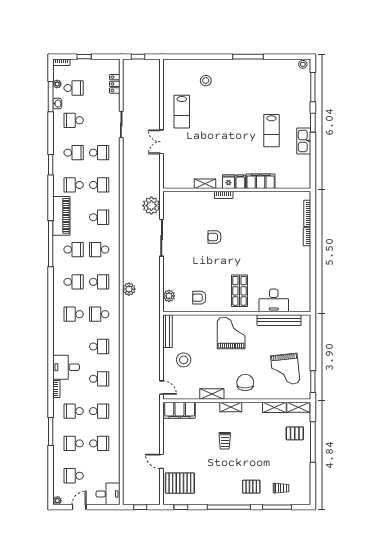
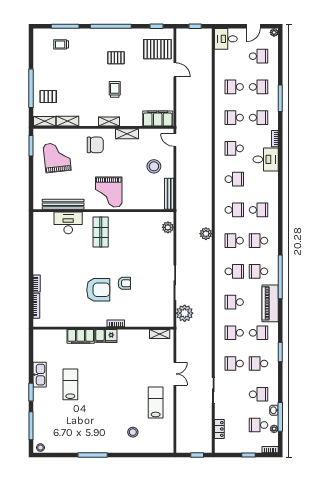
shelving: (205, 184) -> (160, 334), moved
armchair: (199, 298) -> (98, 290), moved, width x1.88, depth x1.88
school desk: (99, 346) -> (234, 179), turned 180
chair: (245, 382) -> (95, 145), turned -90
pallet: (251, 487) -> (116, 58), moved

